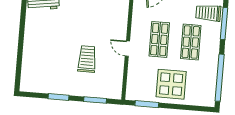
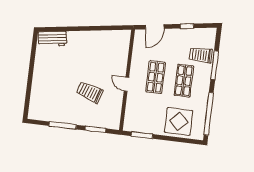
trolley: (87, 59) -> (90, 92), turned -72
display table: (171, 84) -> (179, 121), moved
window: (59, 97) -> (63, 125), width x1.44

